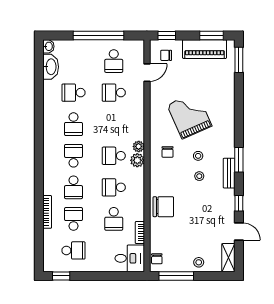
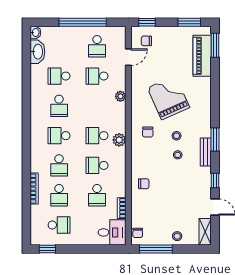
piano: (205, 49) -> (202, 56), moved, turned 90
plant: (139, 146) -> (120, 96), moved
school desk: (74, 156) -> (59, 136), turned -90
chair: (163, 207) -> (144, 184), width x0.54, depth x0.54
school desk: (74, 219) -> (59, 195), turned 180

